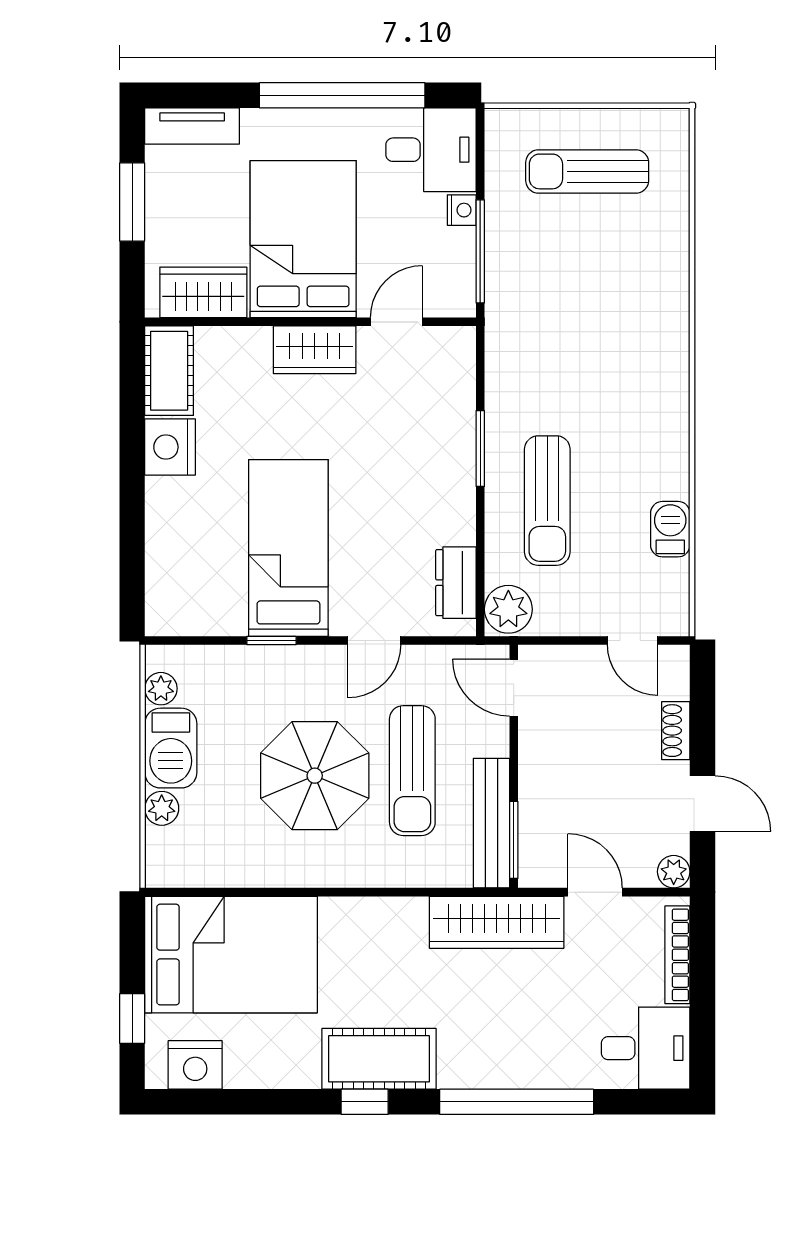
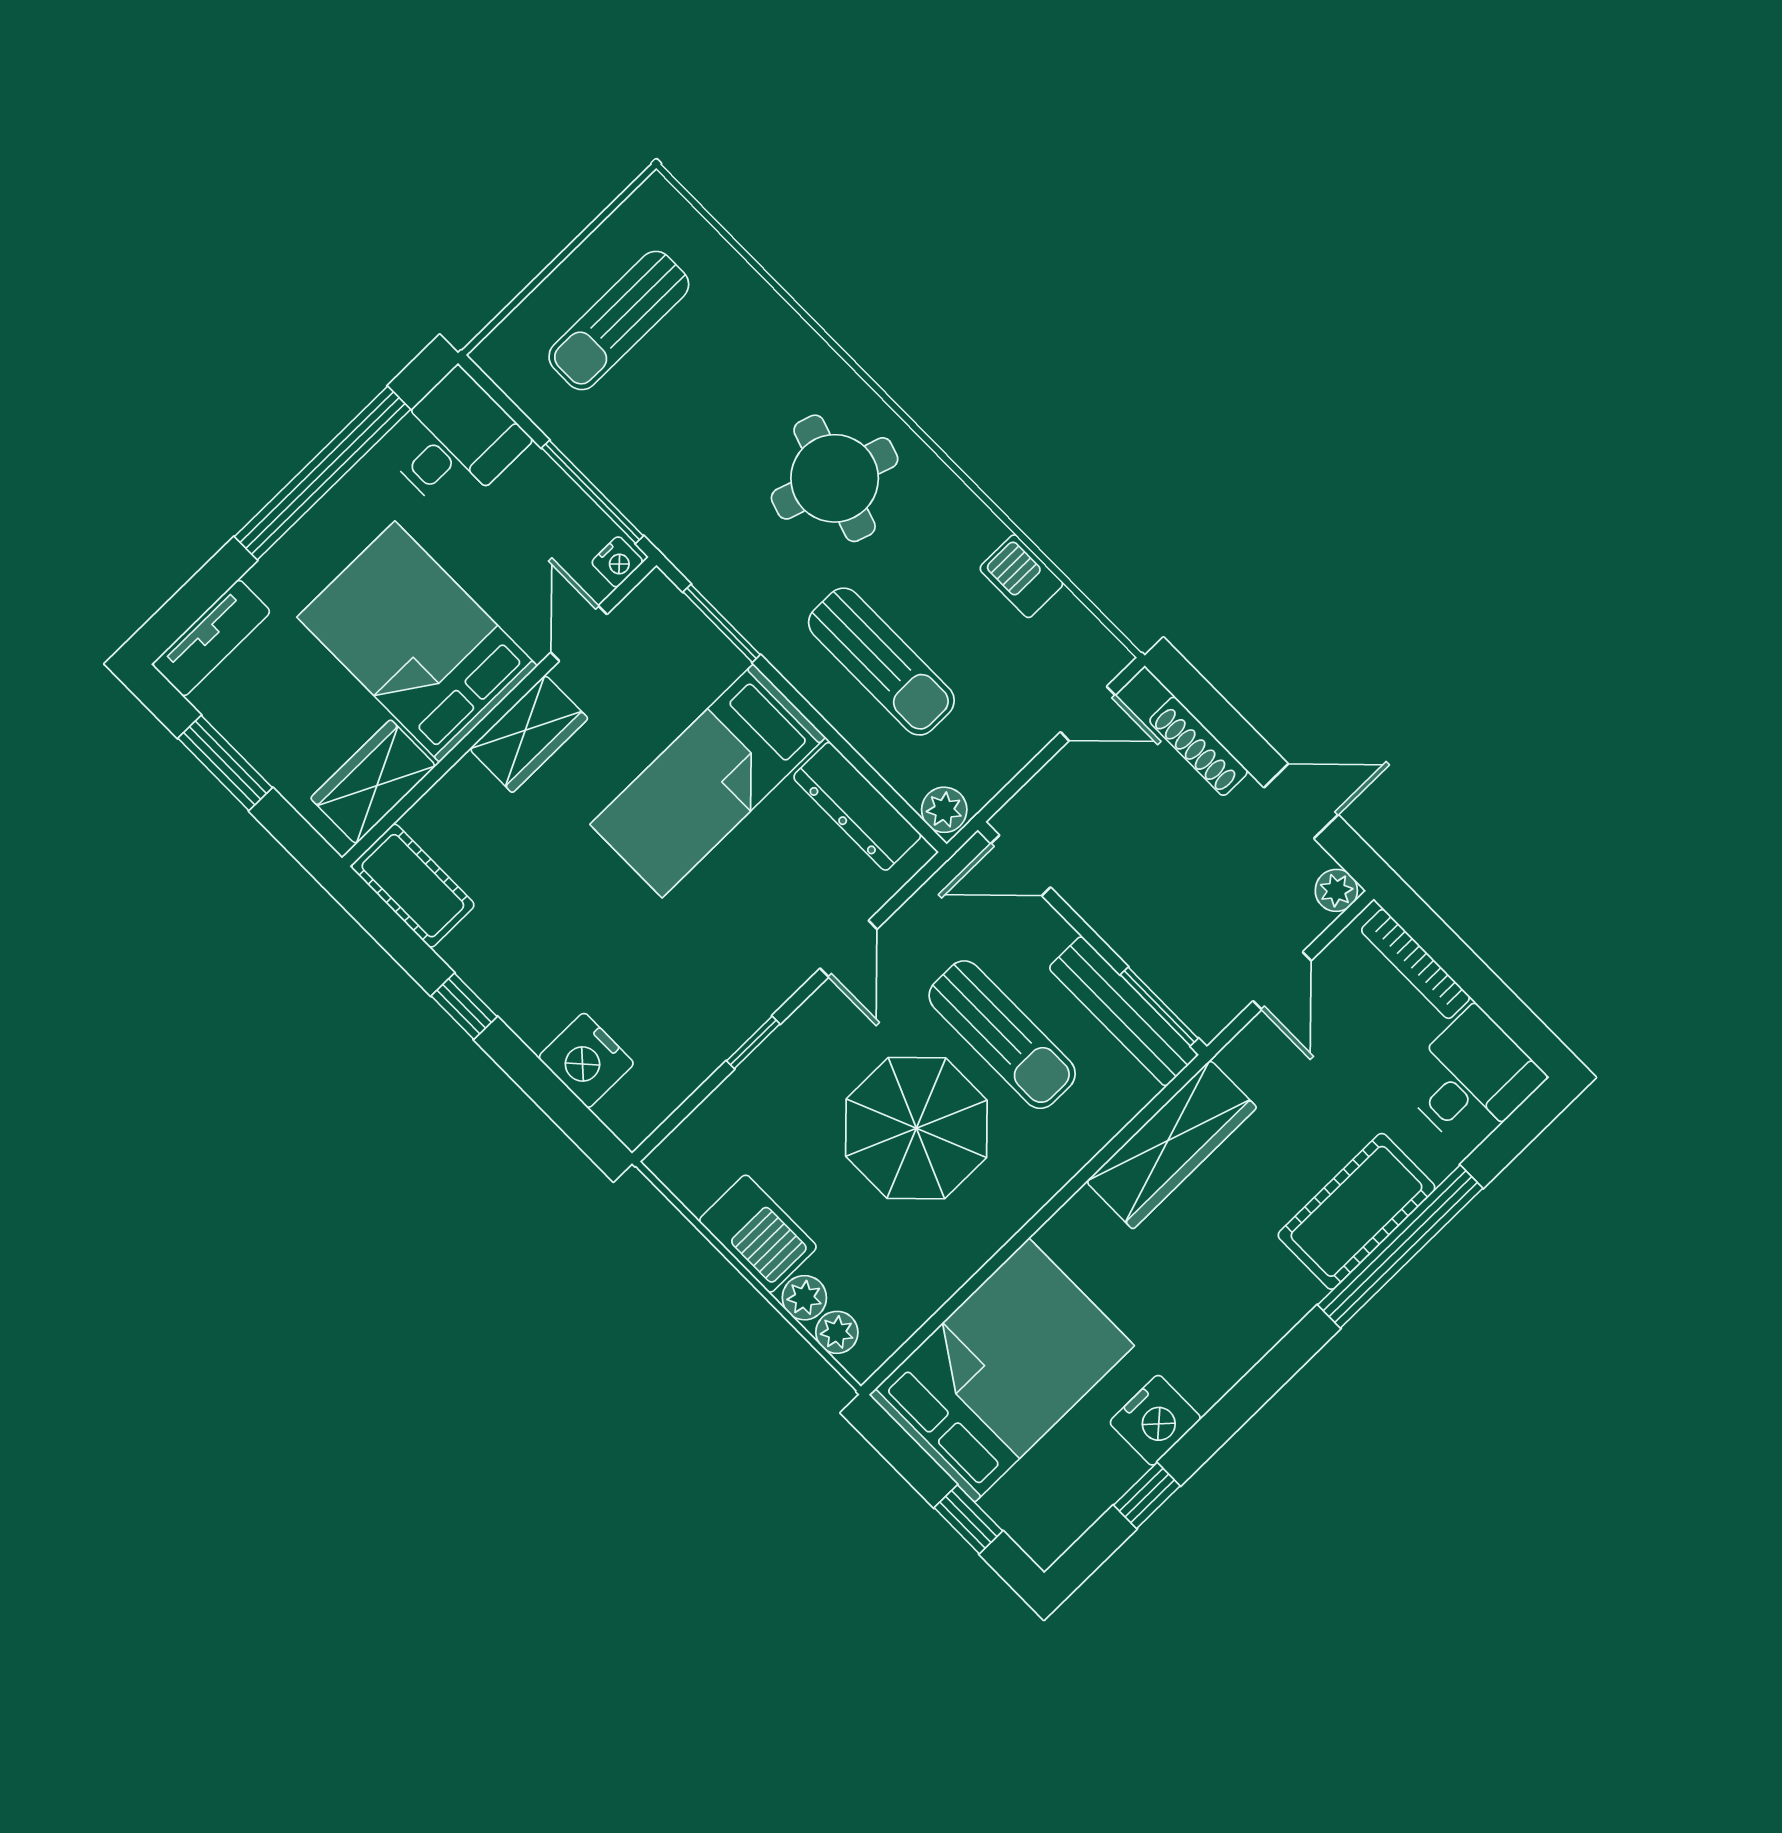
nightstand: (462, 210) -> (617, 562), moved, turned 90
round table: (620, 375) -> (835, 478), added
nightstand: (170, 447) -> (586, 1060), moved
window: (480, 449) -> (722, 623), moved
window: (132, 465) -> (464, 1006), added
bed: (288, 548) -> (708, 781), moved, turned -90
dresser: (456, 583) -> (857, 806), width x1.44
plant: (508, 609) -> (944, 810), width x0.73, depth x0.73
plant: (161, 689) -> (837, 1332), moved
shoe rack: (676, 731) -> (1199, 746), width x1.43
door: (595, 892) -> (1282, 981), swing flipped
wardrobe: (497, 922) -> (1171, 1145), moved
cot: (379, 1059) -> (1356, 1211), moved
nightstand: (195, 1065) -> (1155, 1420), moved
window: (365, 1102) -> (1147, 1496), moved

